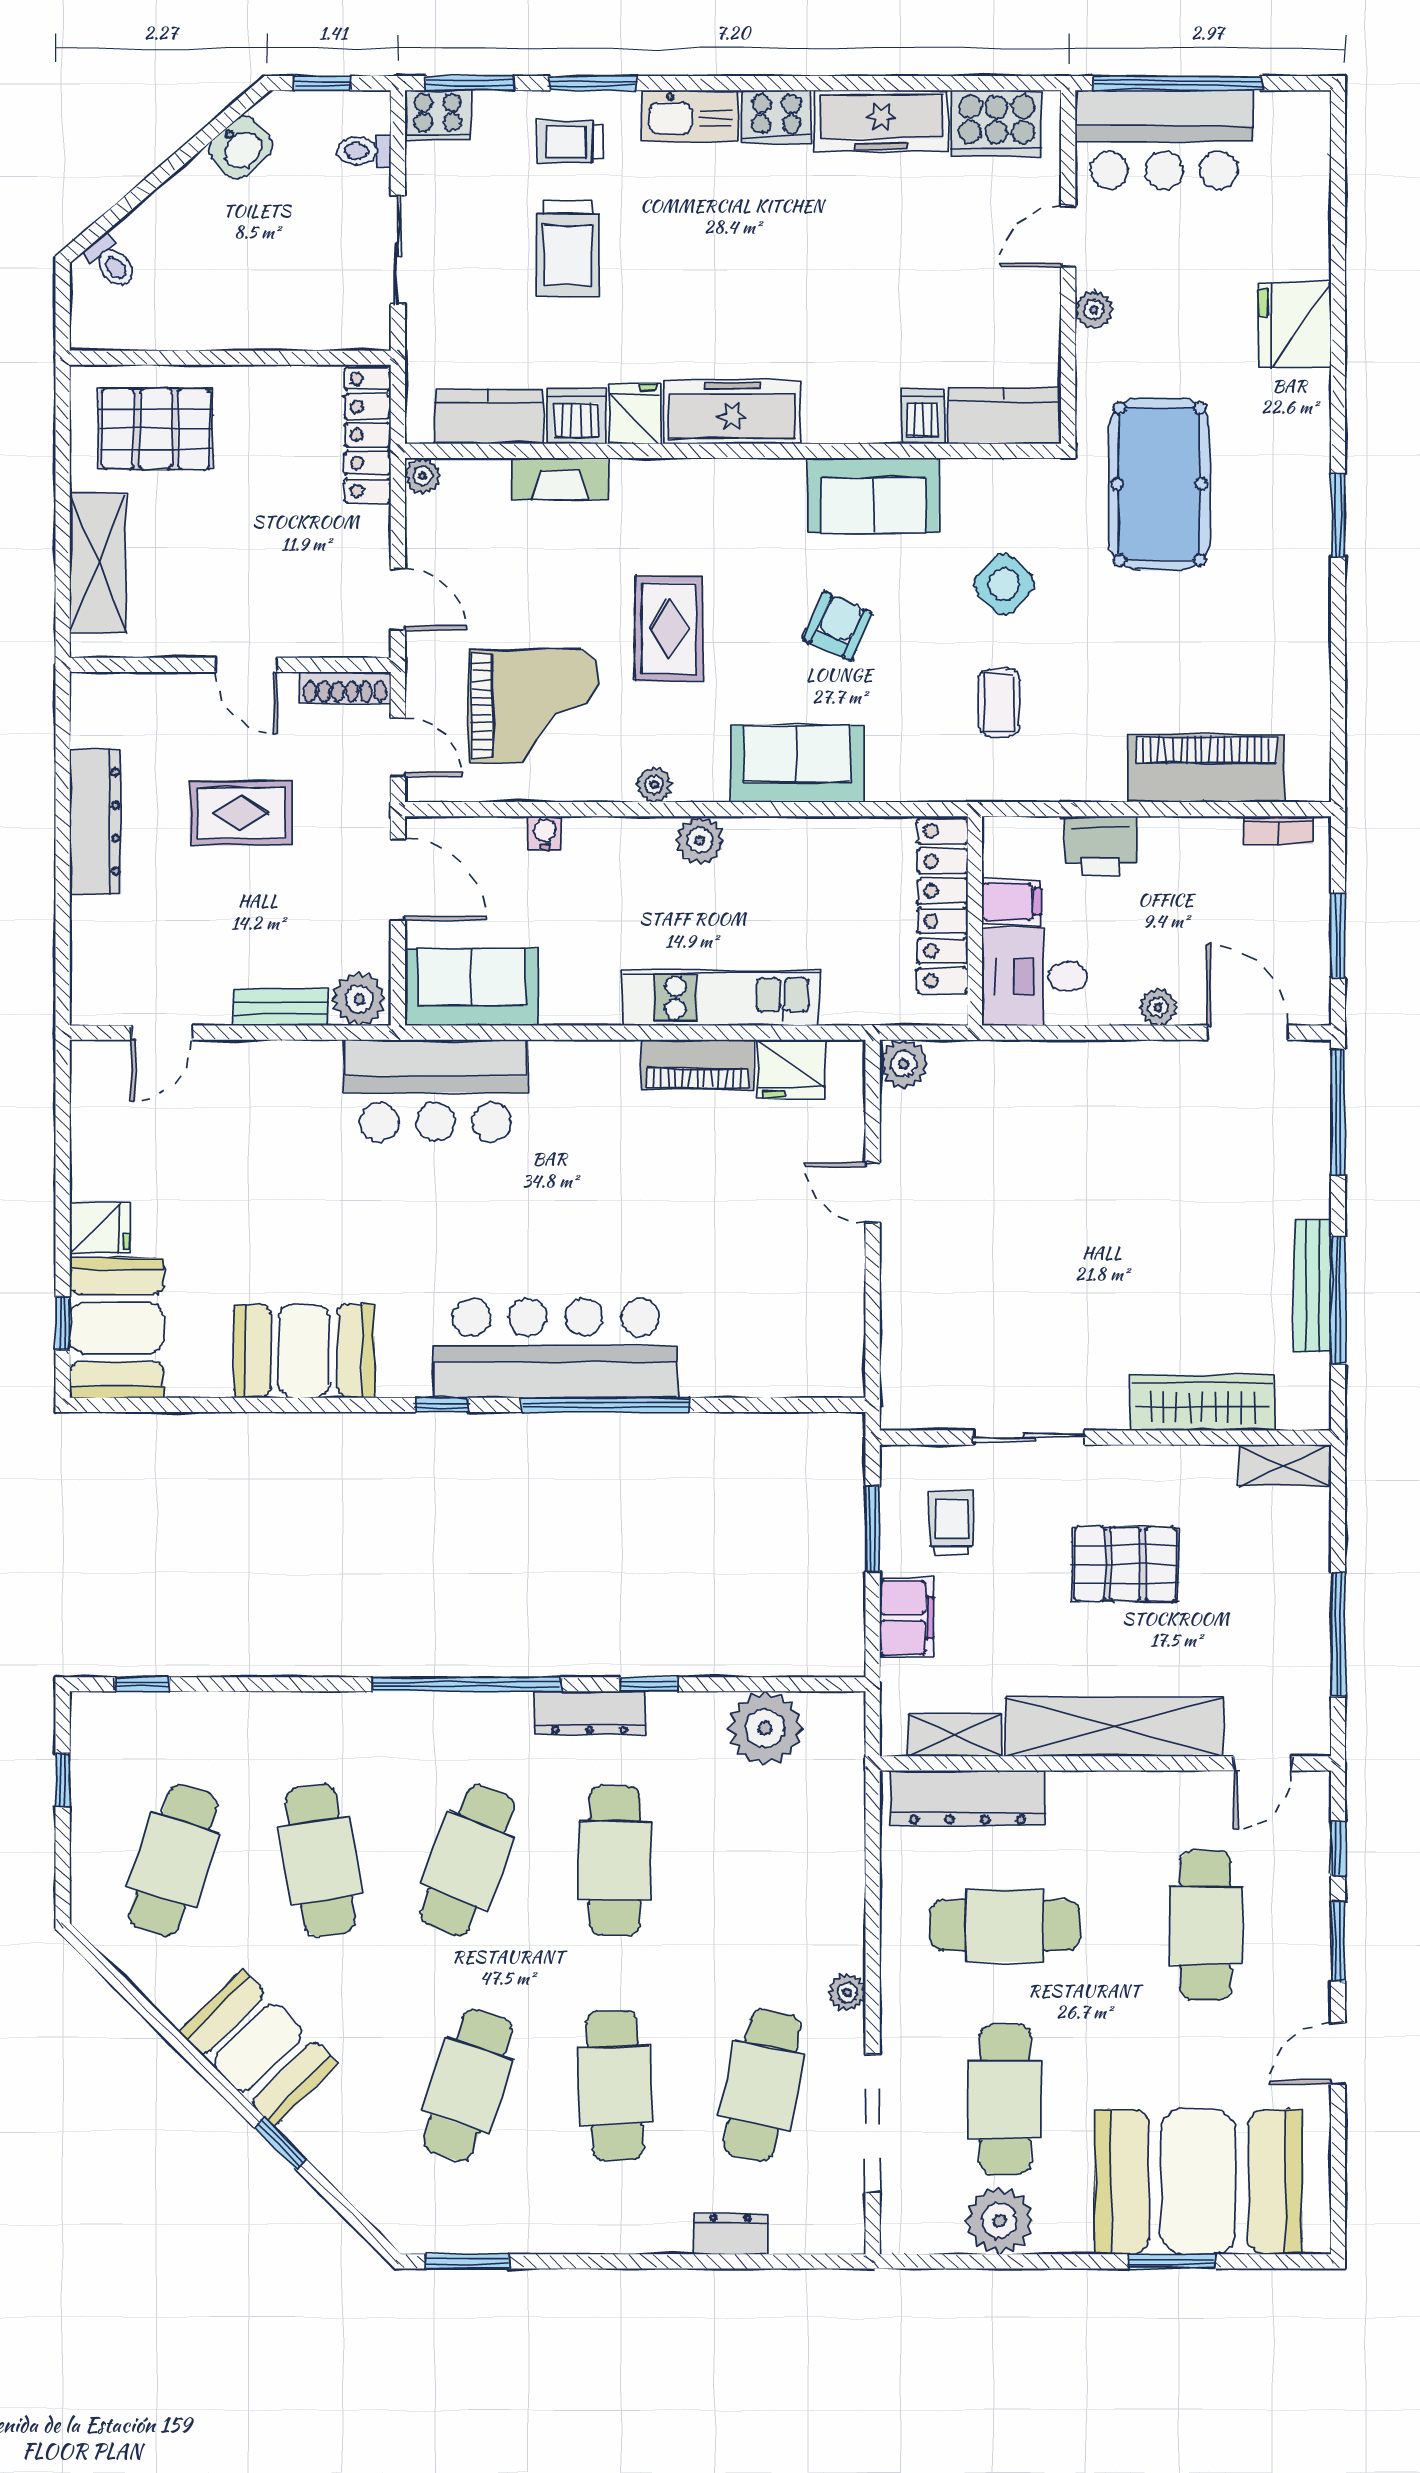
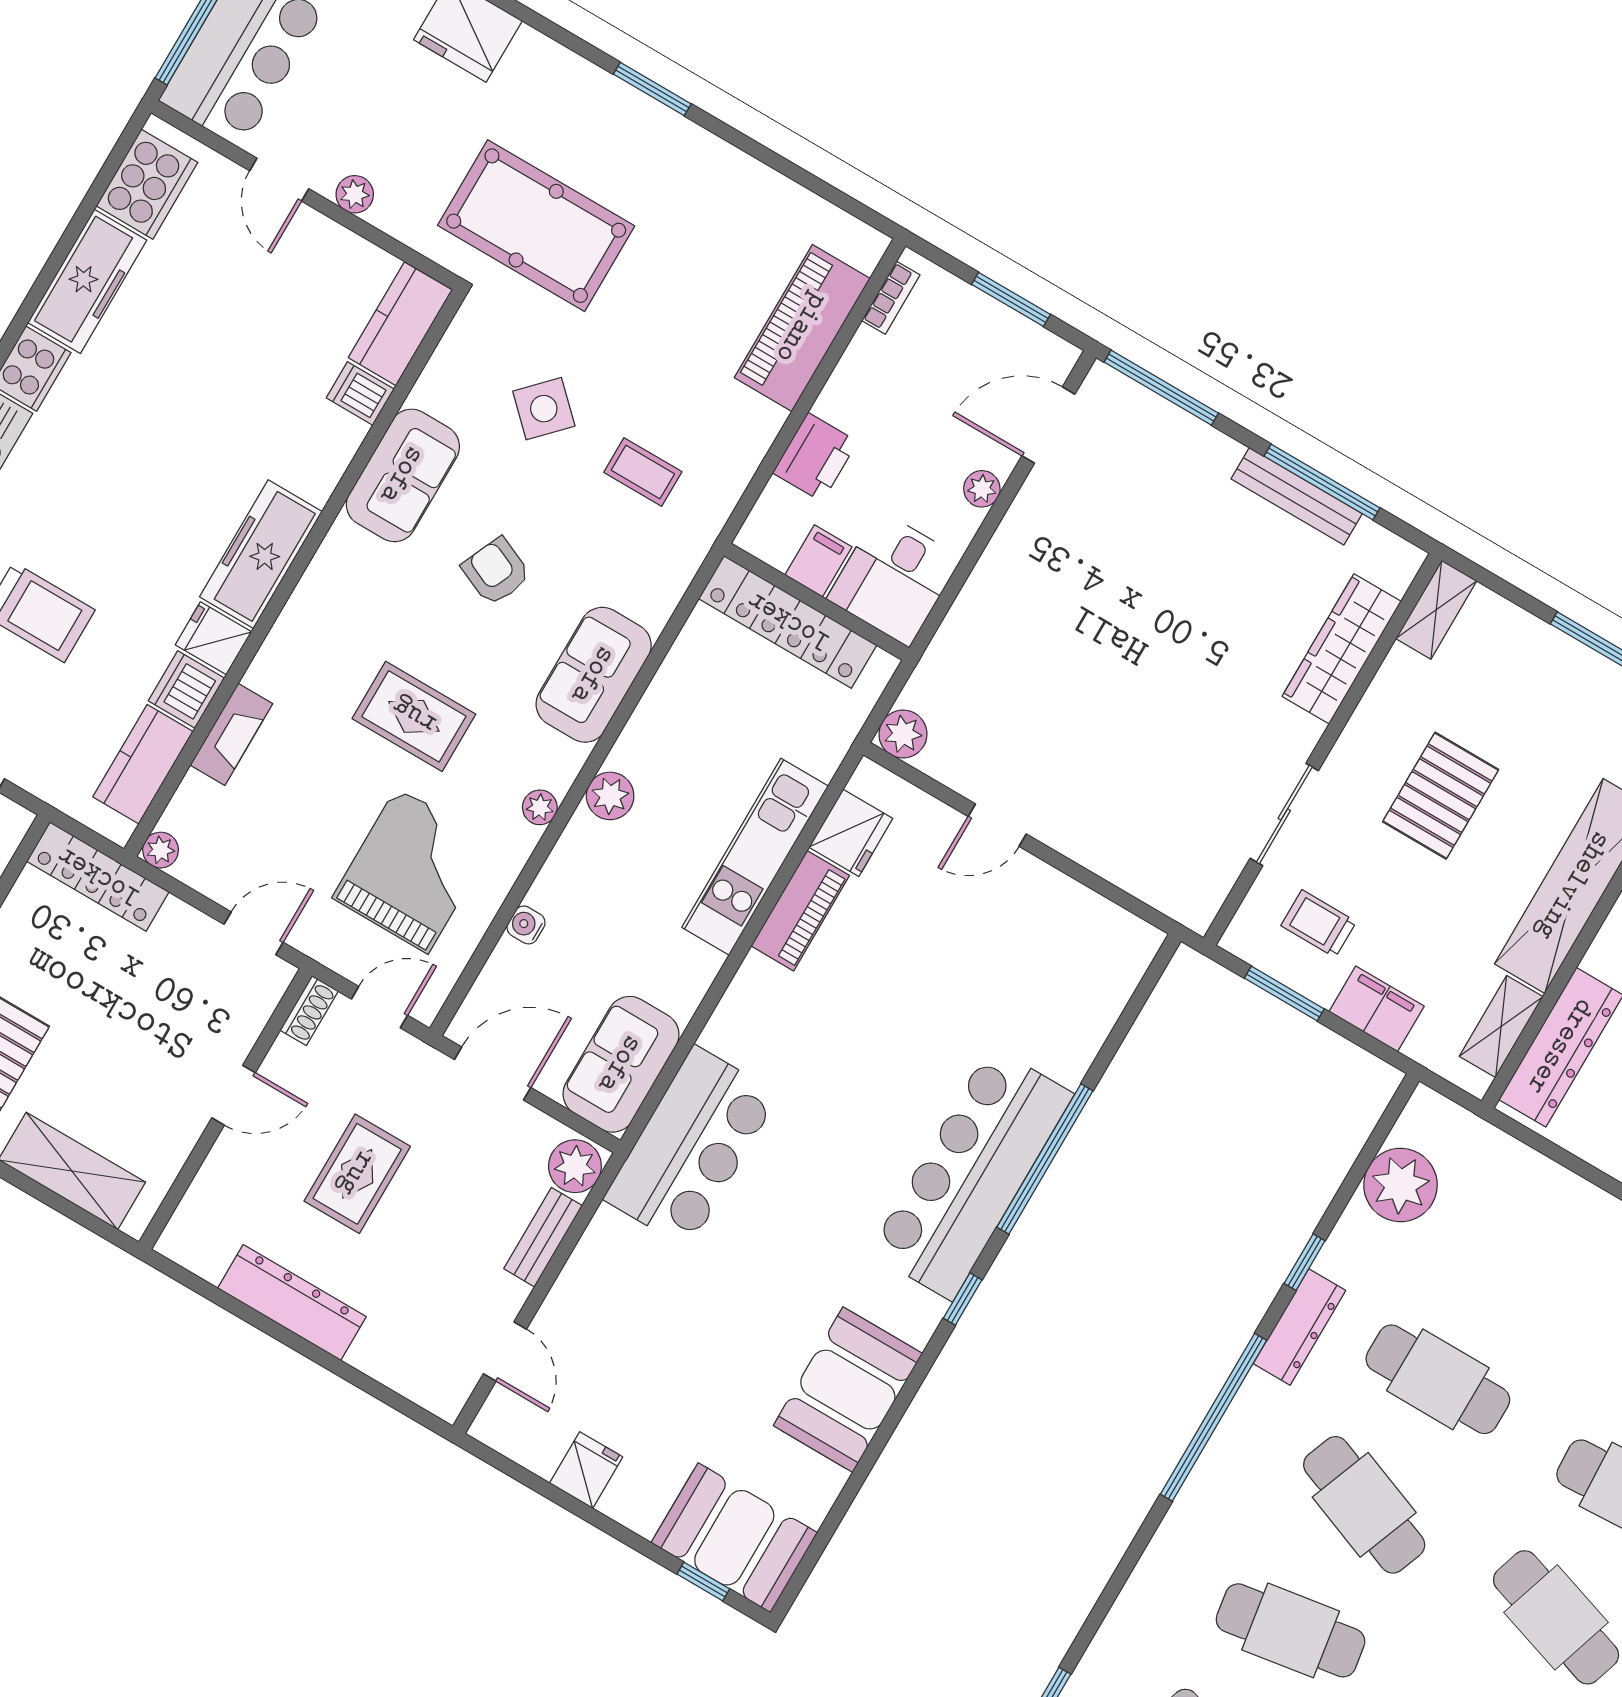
shoe rack: (345, 687) -> (309, 1011), width x0.70
fridge: (100, 1229) -> (586, 1470), moved

